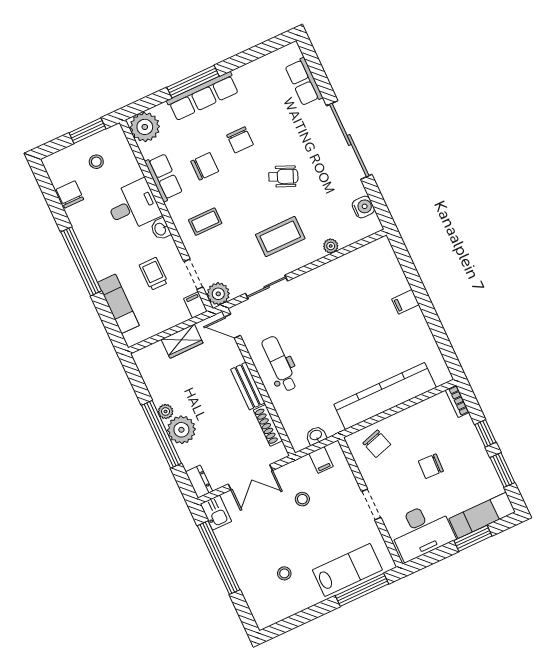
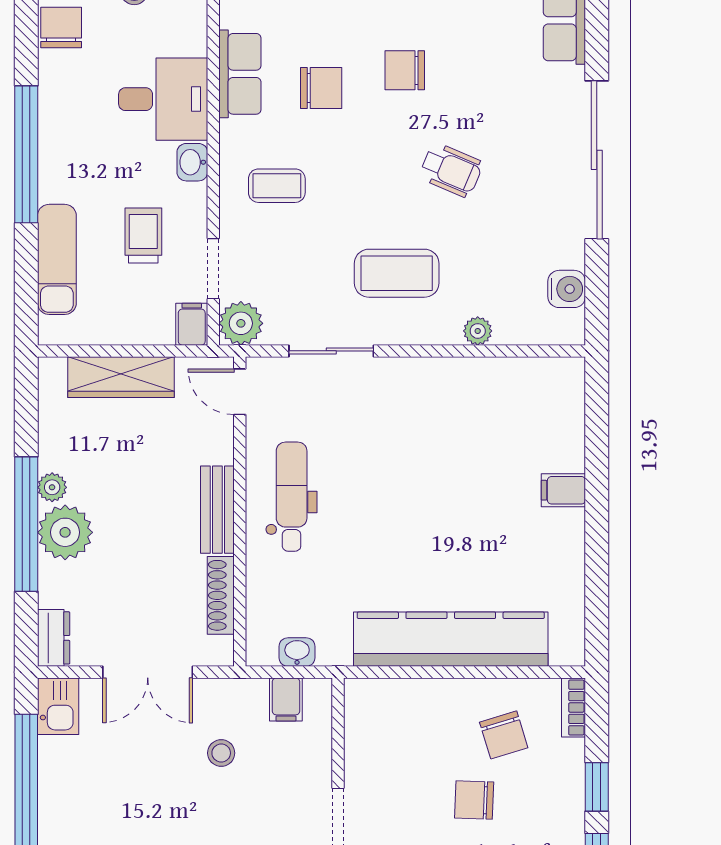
chair: (240, 140) -> (405, 70), turned 90
wardrobe: (182, 341) -> (121, 377), width x1.50
chair: (377, 444) -> (504, 735), moved

